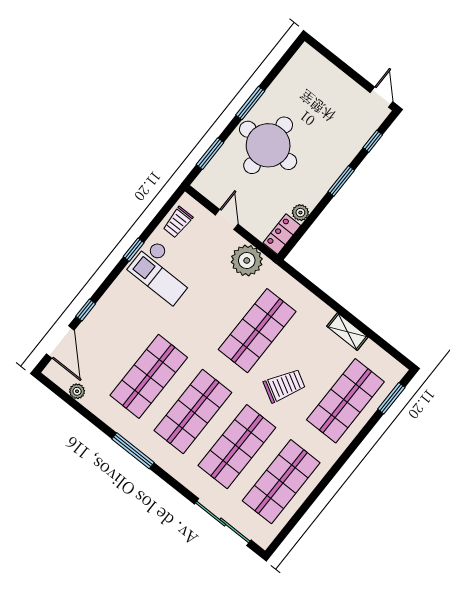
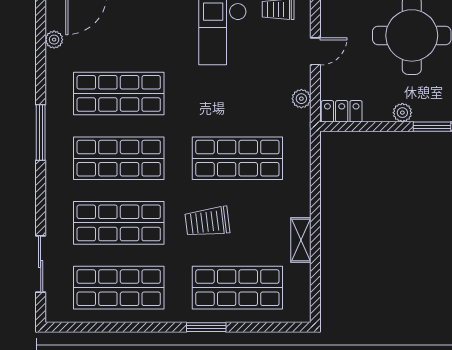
plant: (300, 213) -> (402, 113), moved
plant: (247, 260) -> (301, 99), width x0.53, depth x0.53
trolley: (284, 386) -> (207, 222), turned 144
window: (391, 398) -> (206, 327), moved
sliding door: (223, 522) -> (41, 264), width x0.73

